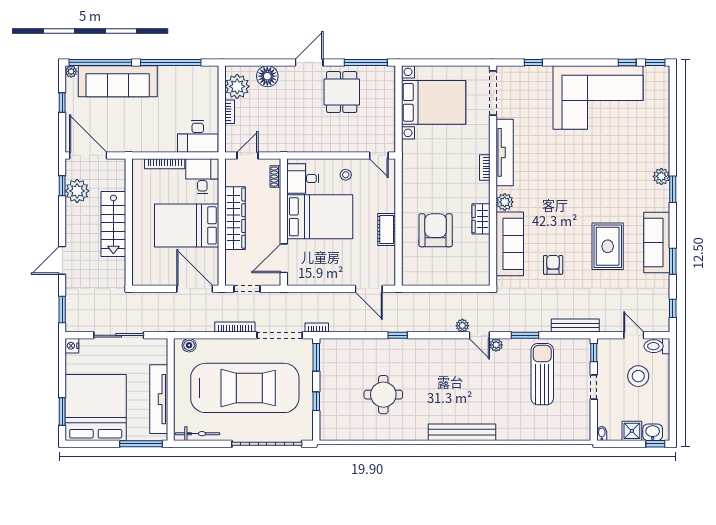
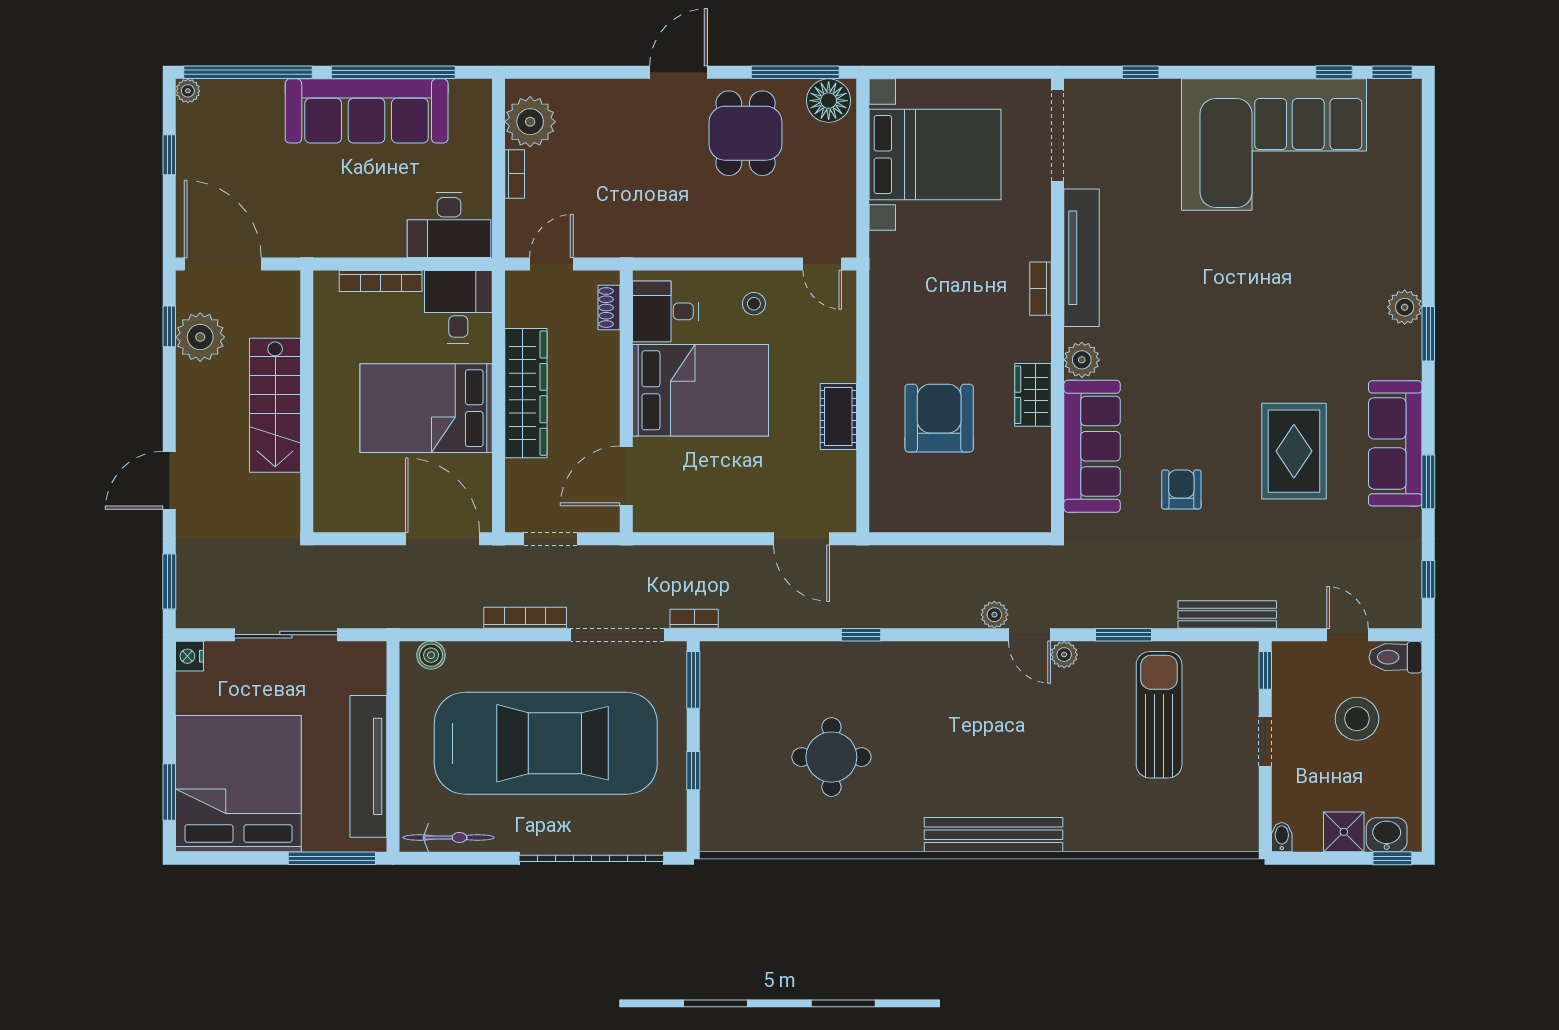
floor lamp: (267, 76) -> (829, 101), moved
sofa: (118, 81) -> (367, 111), moved

